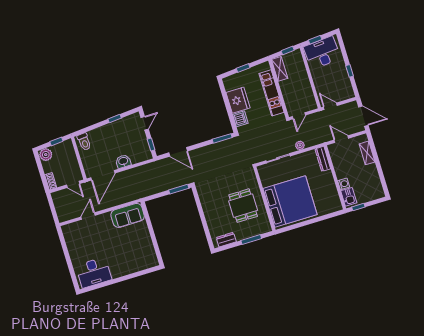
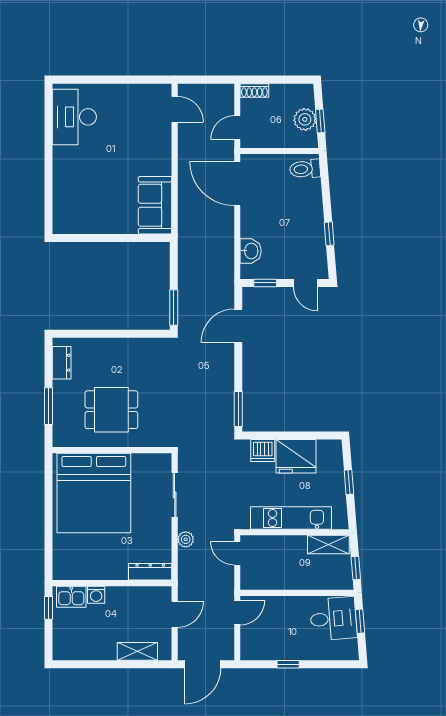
desk: (322, 53) -> (333, 619), width x0.73
plant: (46, 155) -> (305, 119), moved
washbasin: (123, 161) -> (251, 251), moved
door: (88, 216) -> (175, 109), moved

